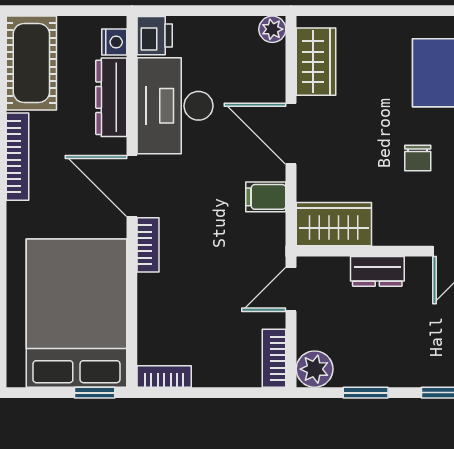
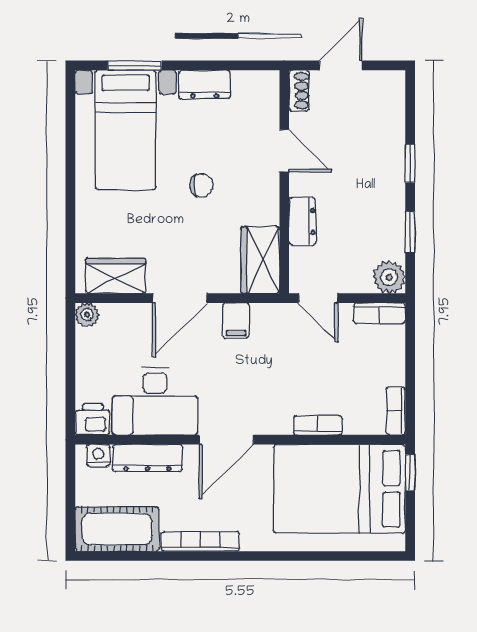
bookcase: (148, 245) -> (318, 425), moved

